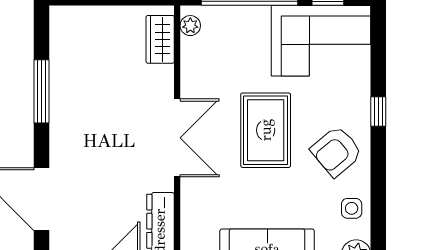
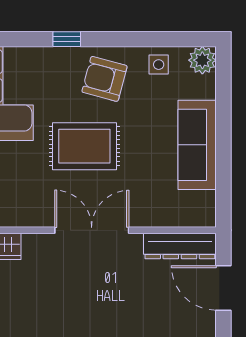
armchair: (336, 151) -> (105, 79), turned 145

